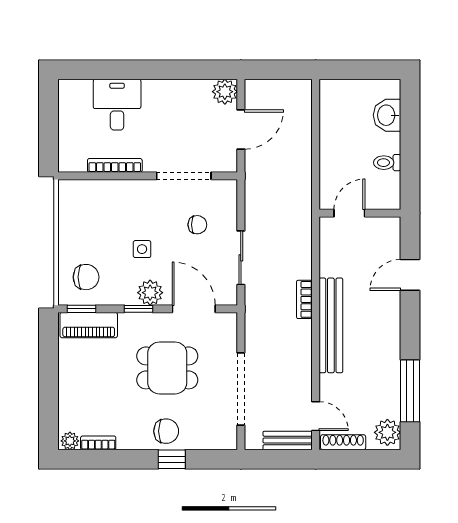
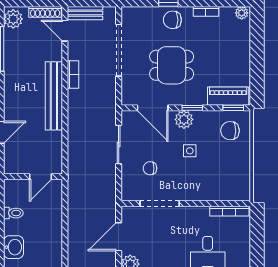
bookcase: (115, 165) -> (229, 211), moved
bookcase: (304, 299) -> (73, 75), moved
bookcase: (98, 443) -> (206, 11), moved

